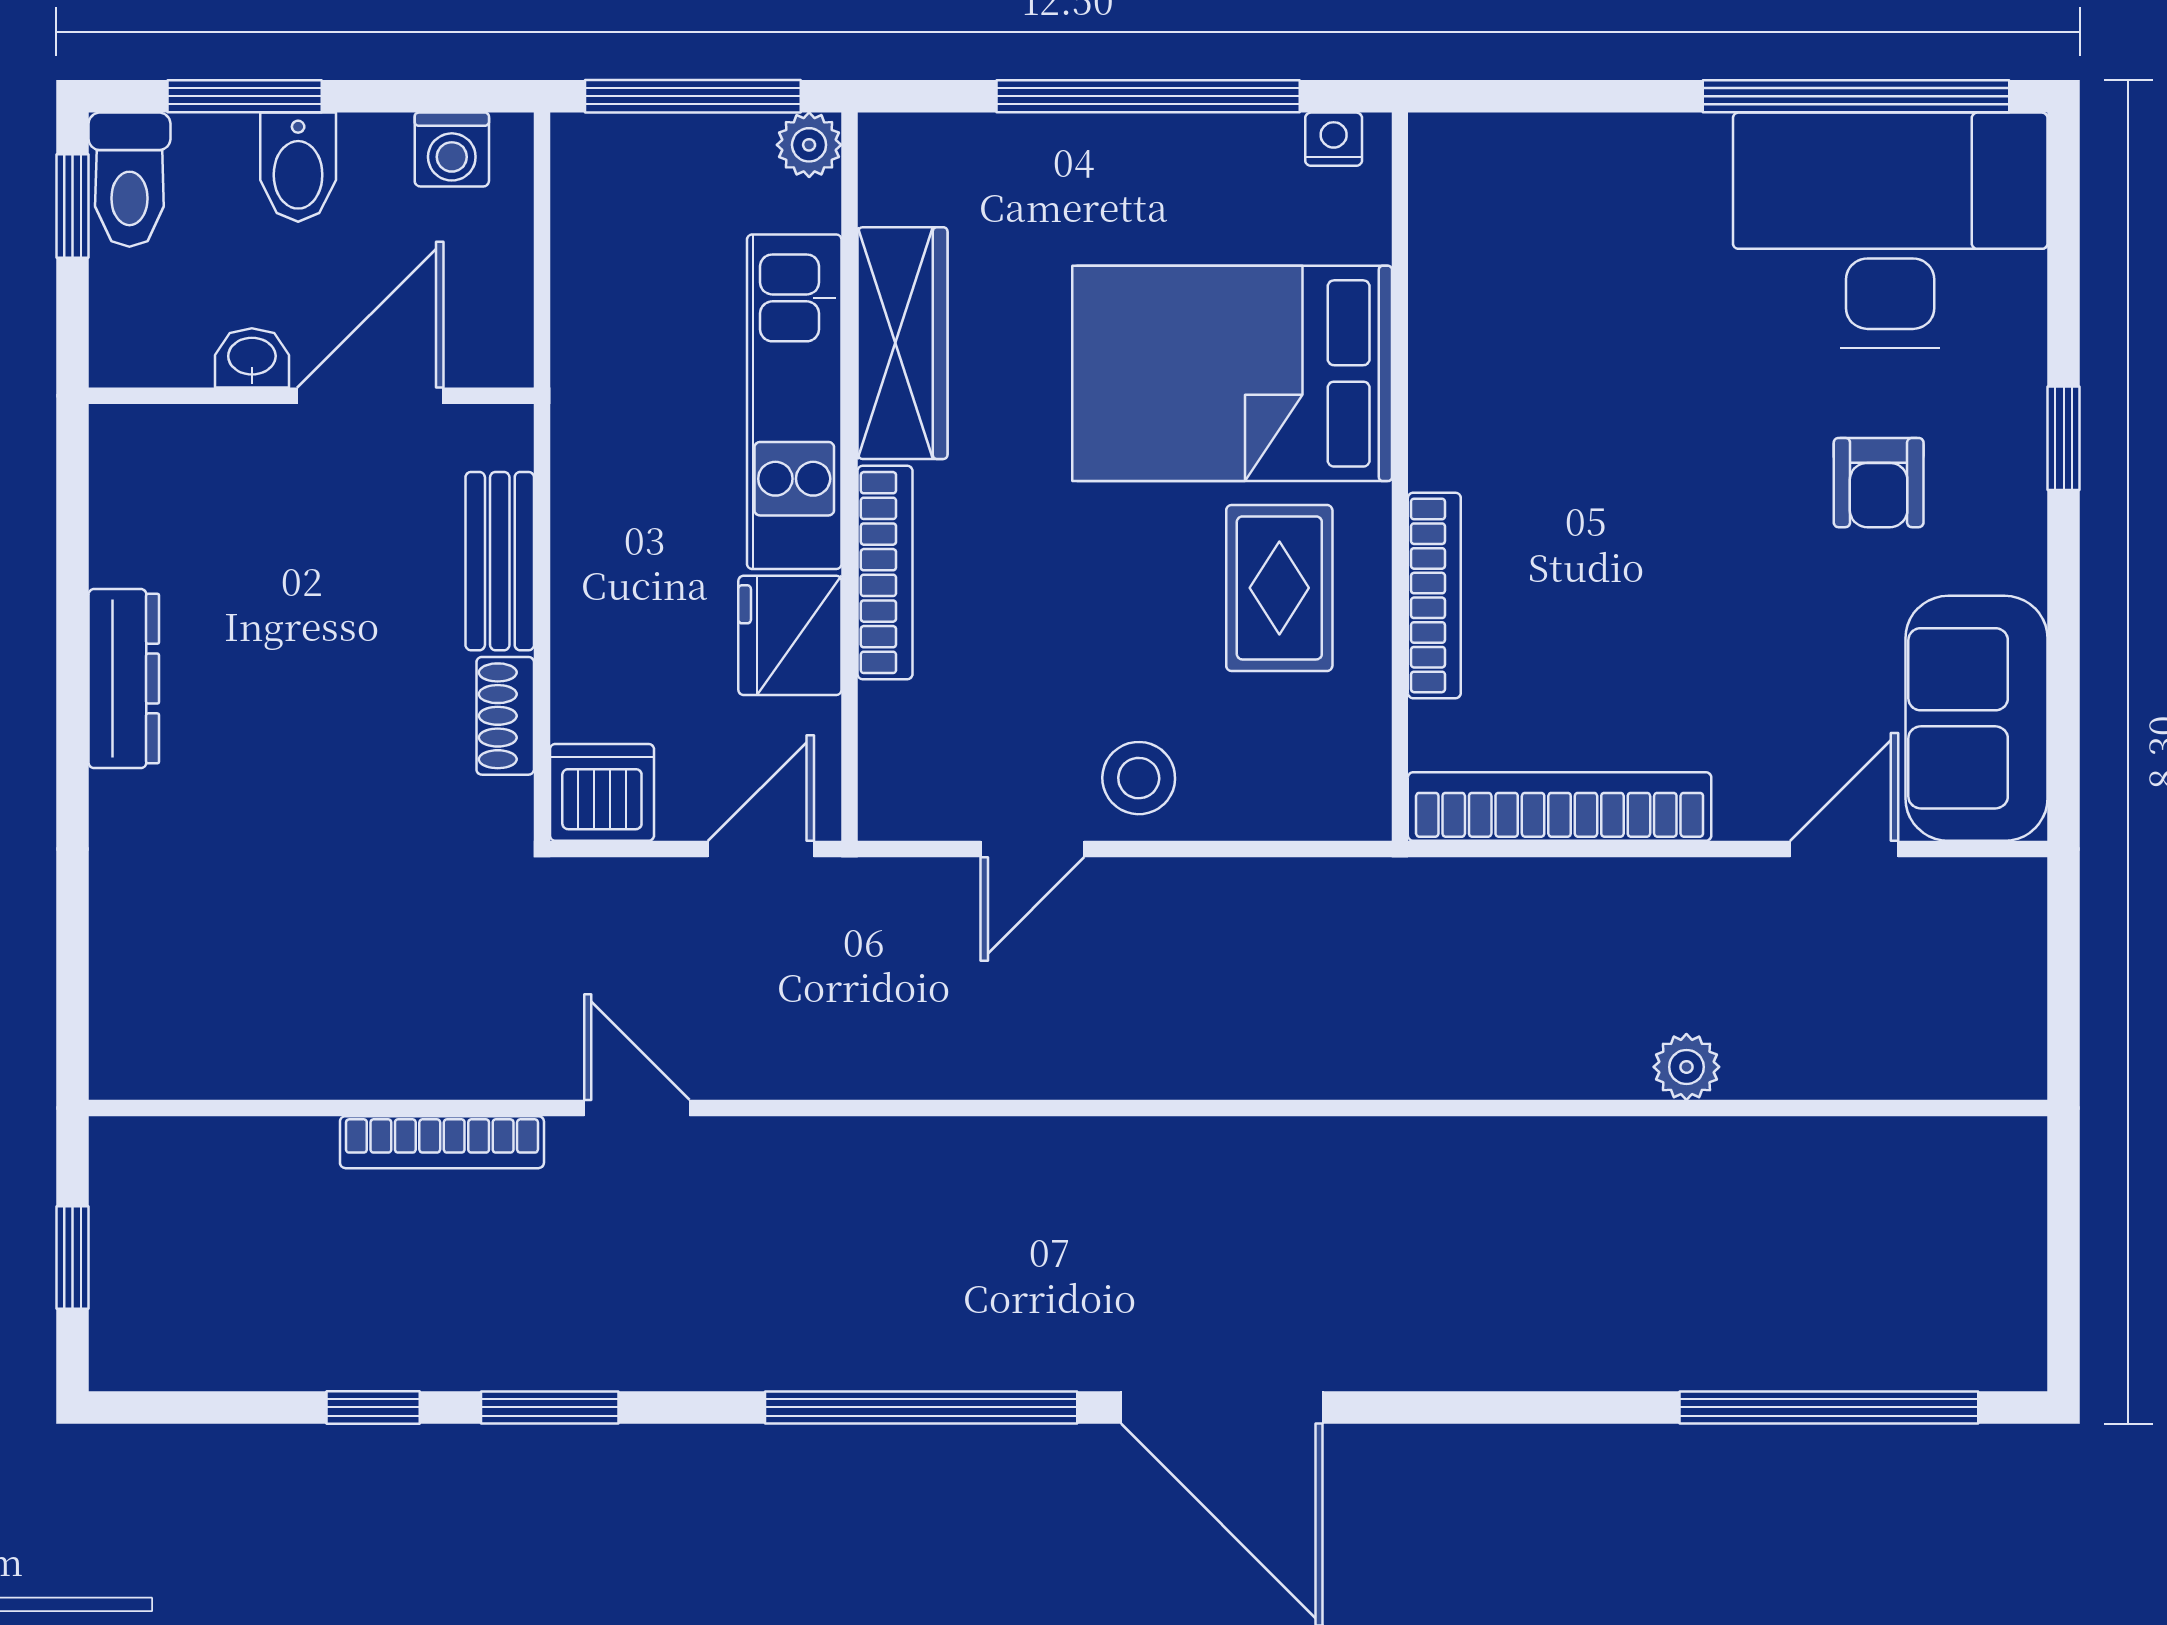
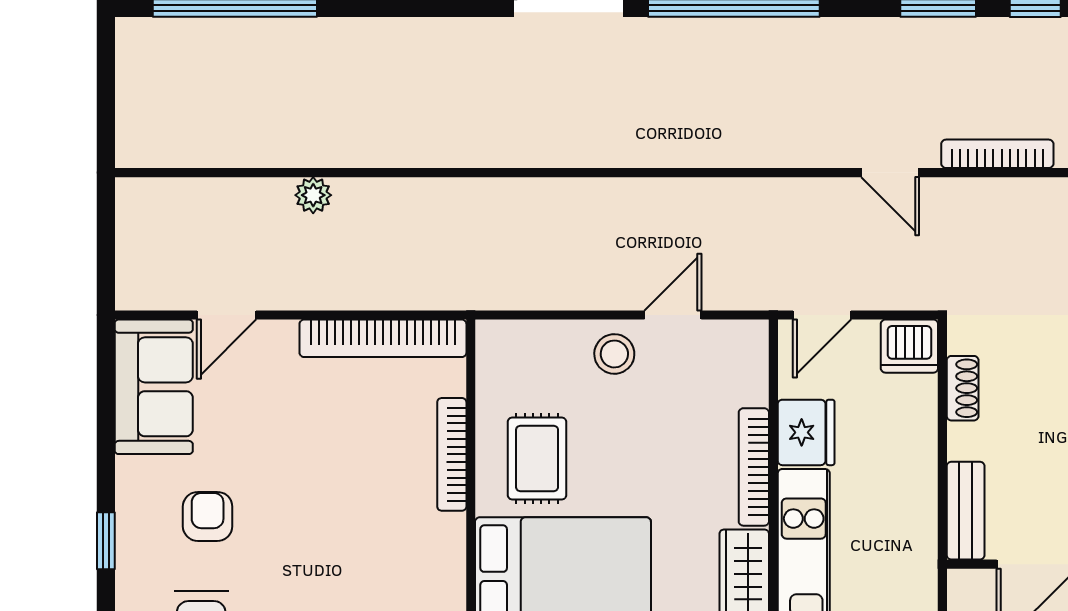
bench: (500, 561) -> (966, 511), moved

